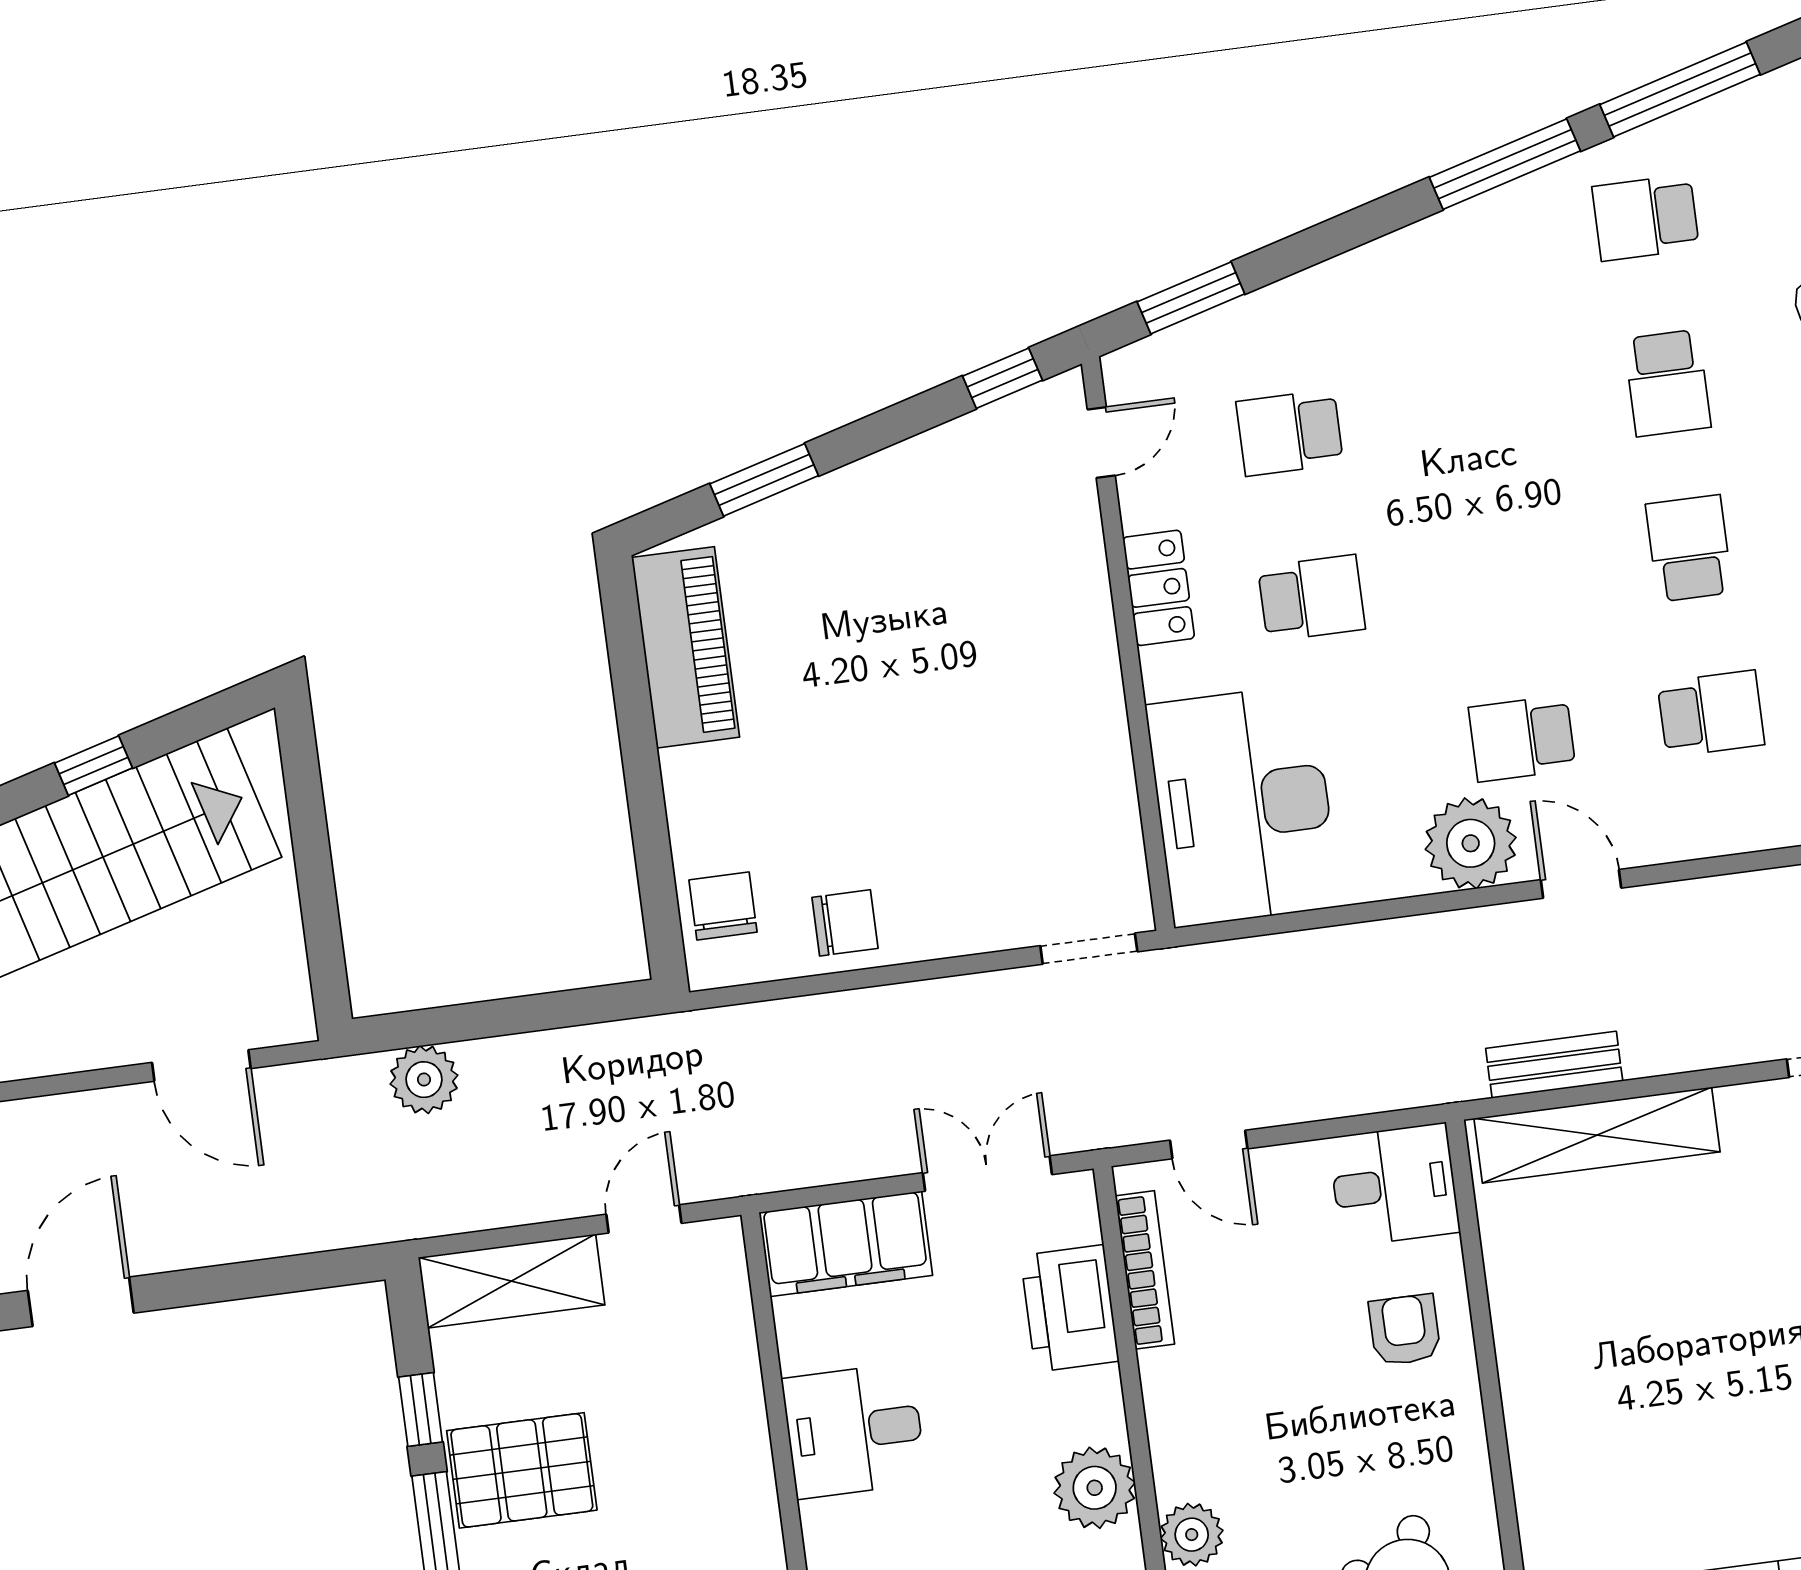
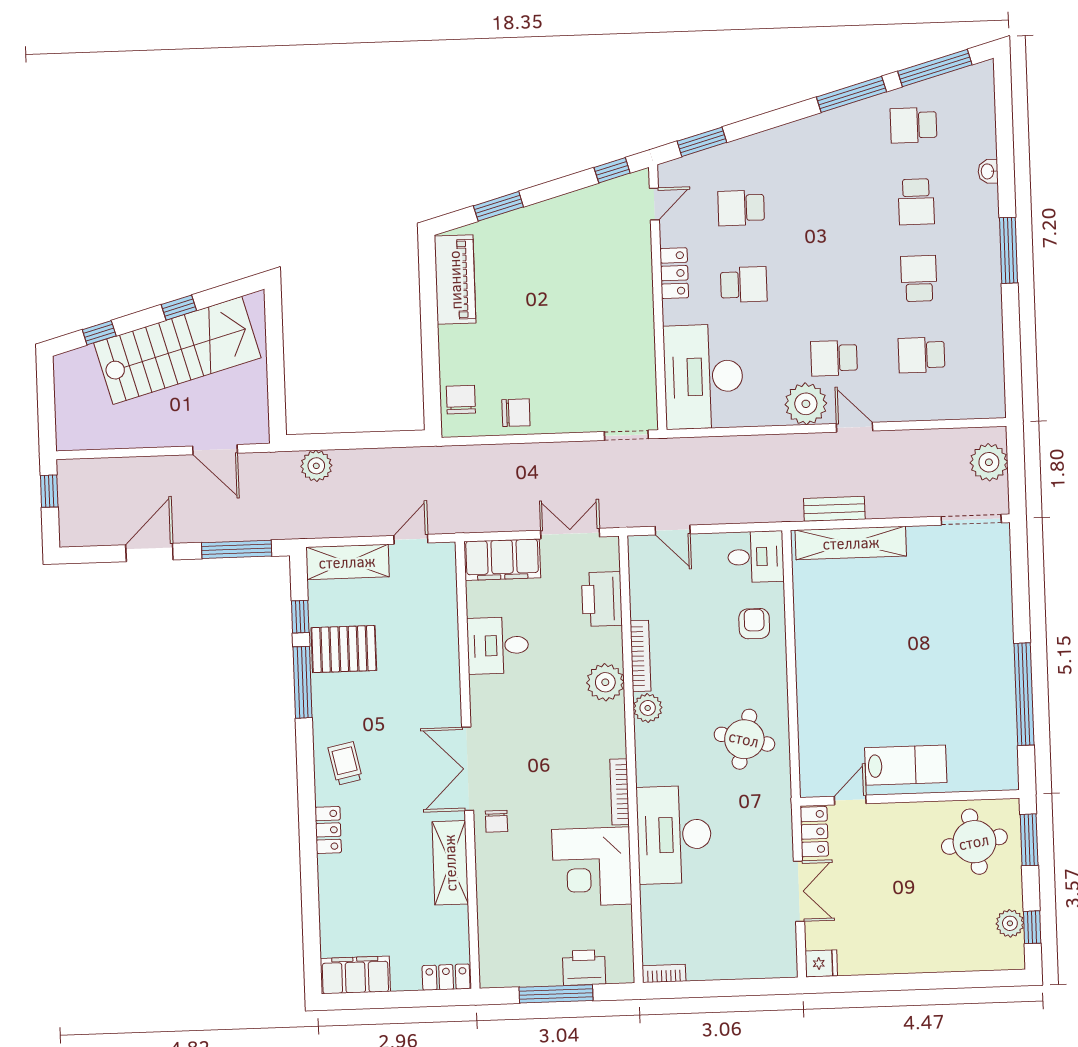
school desk: (1711, 714) -> (922, 355), turned 180
bookcase: (1145, 1270) -> (640, 656), moved
window: (269, 1277) -> (237, 549), added

